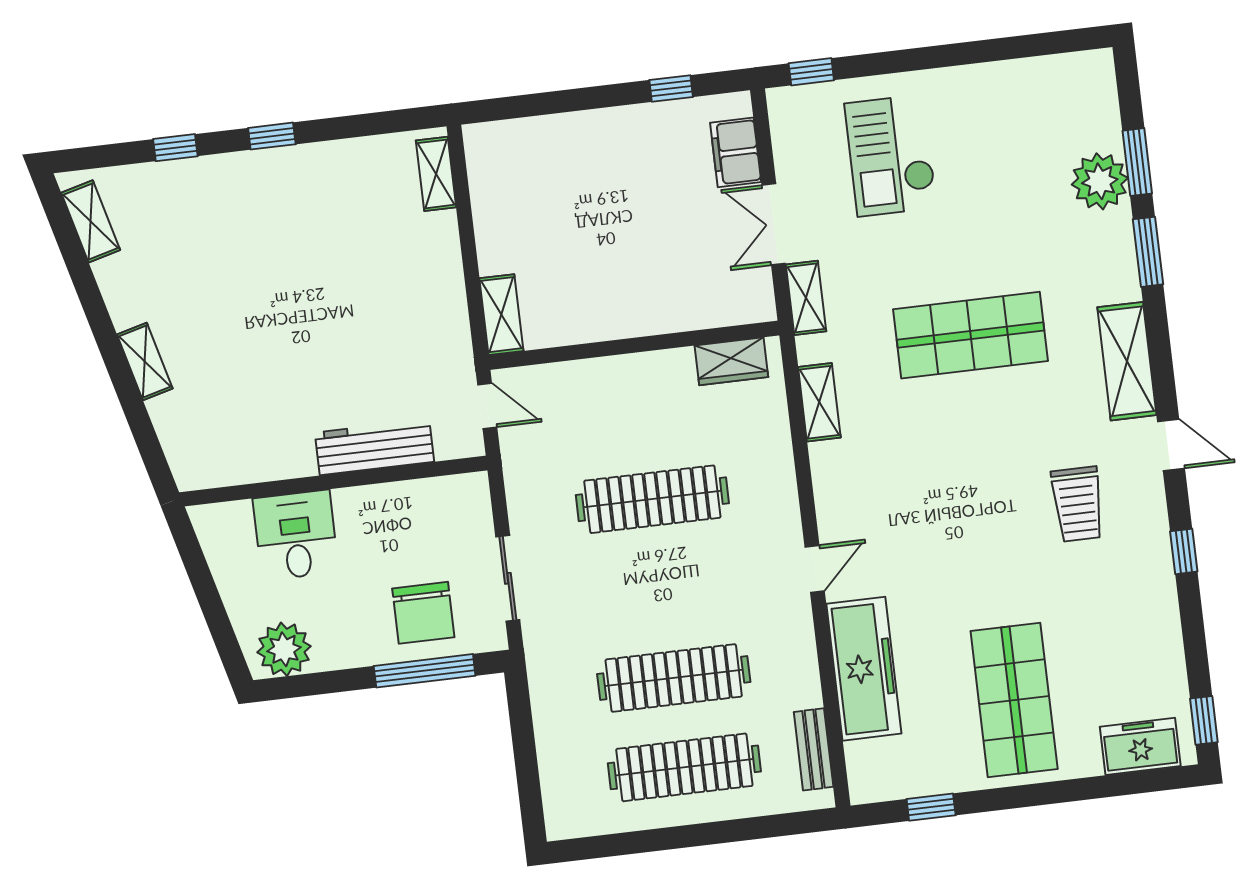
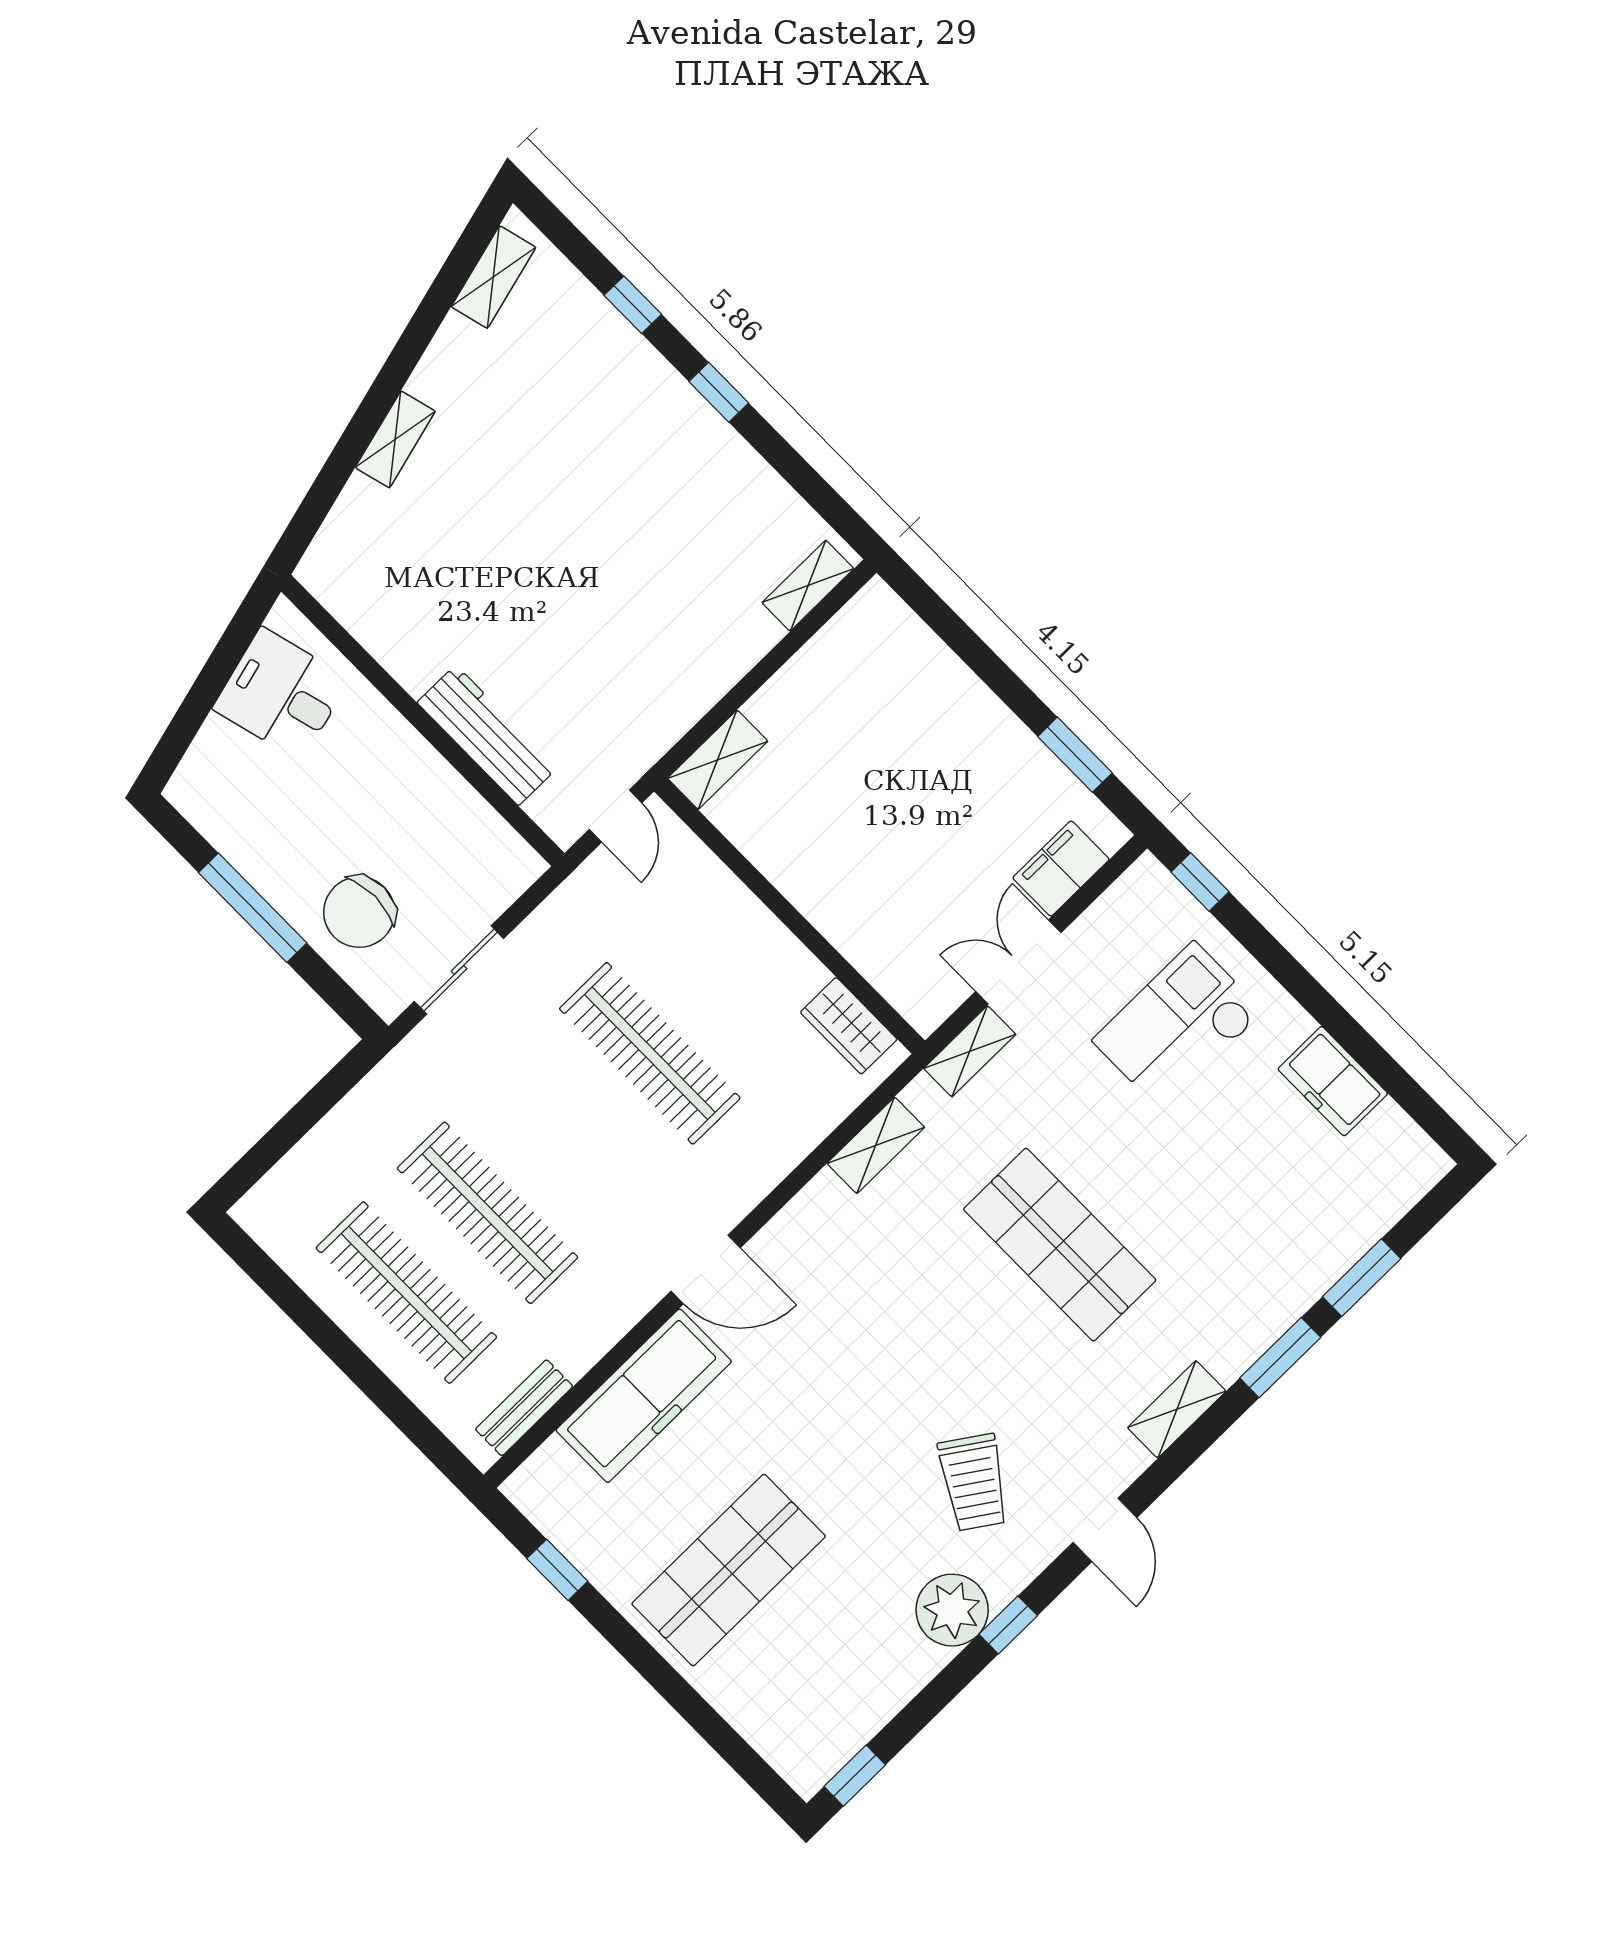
window: (671, 88) -> (1075, 755), width x1.50
plant: (1100, 181) -> (952, 1610), moved
shelving: (1127, 361) -> (1177, 1409), width x0.67, depth x0.75
trolley: (1078, 504) -> (974, 1482), turned -56
desk: (296, 535) -> (281, 694), moved, turned -105
door: (815, 569) -> (706, 1269), width x1.38
plant: (284, 649) -> (215, 801), removed
window: (425, 671) -> (253, 908), moved
freezer: (1140, 746) -> (1333, 1081), moved, turned 180

